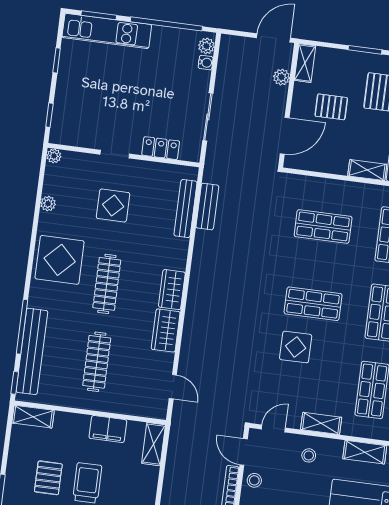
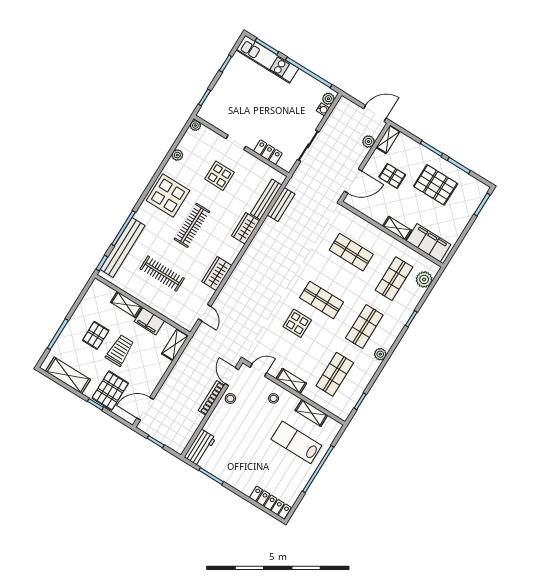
wardrobe: (172, 290) -> (246, 228), moved
clothes rail: (97, 362) -> (162, 274), turned 90
shelving: (33, 417) -> (126, 305), moved

